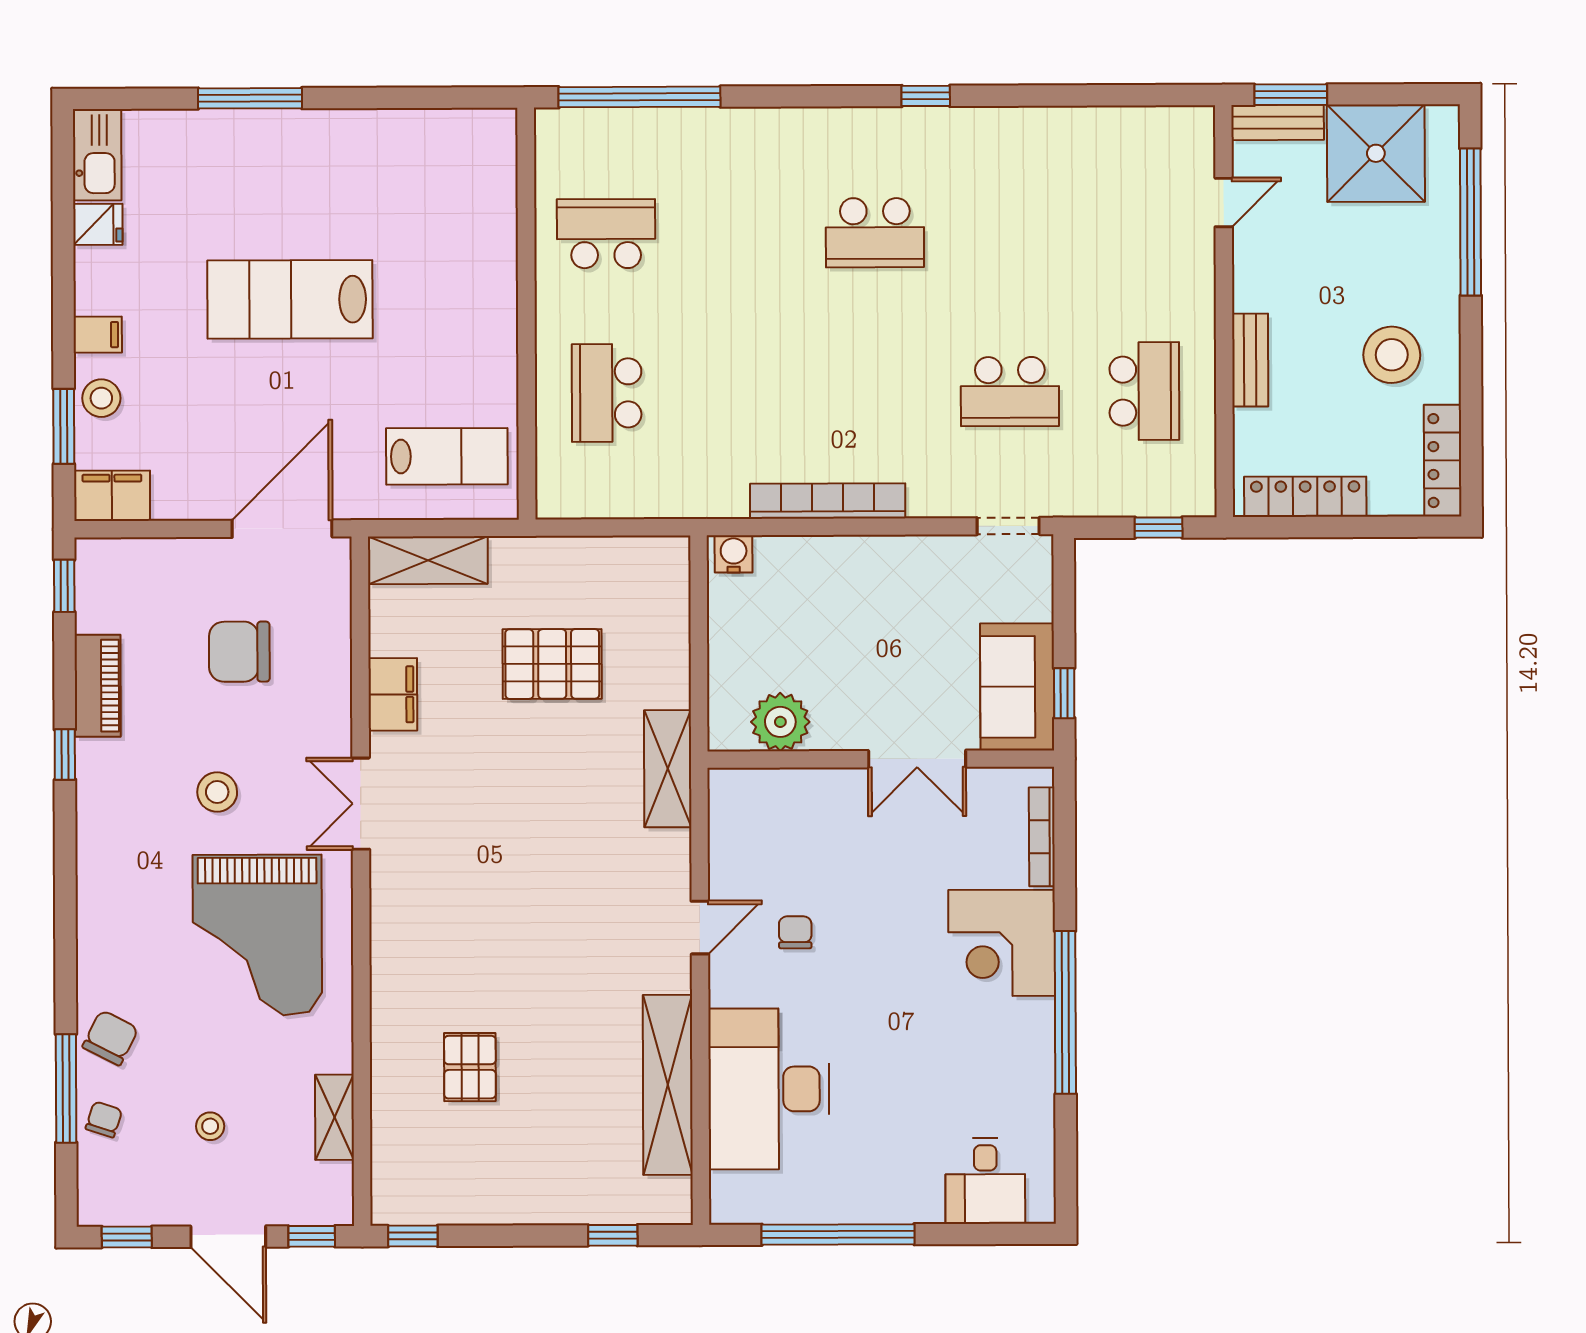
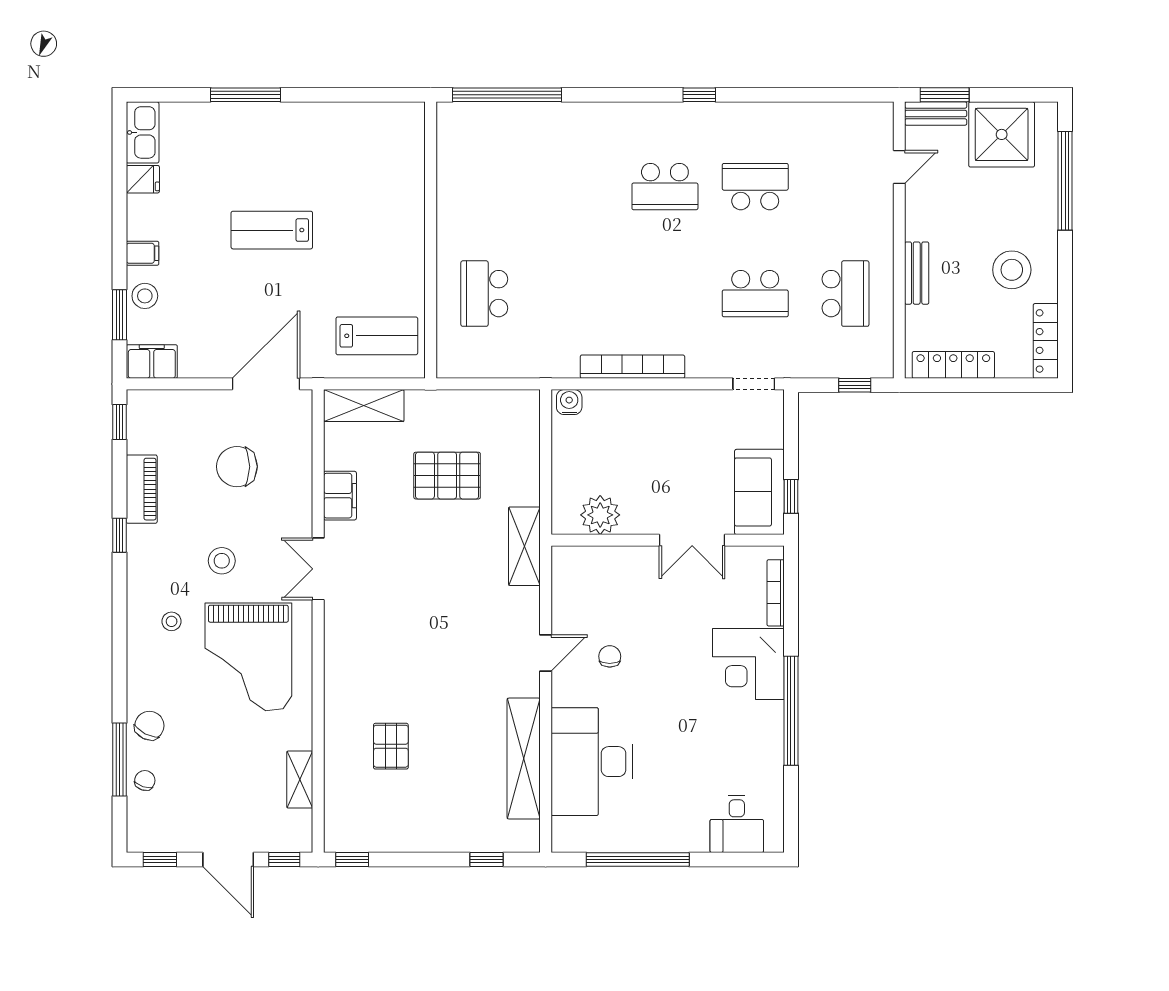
school desk: (606, 234) -> (755, 187), moved
lab bench: (290, 299) -> (272, 230), width x0.73, depth x0.72
stool: (210, 1126) -> (172, 621), moved

